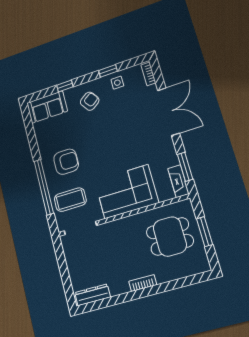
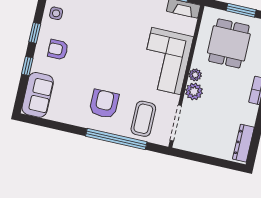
window: (108, 71) -> (35, 33), moved
armchair: (90, 101) -> (58, 50), turned -55
plant: (128, 222) -> (195, 75), added
plant: (114, 229) -> (194, 91), added

